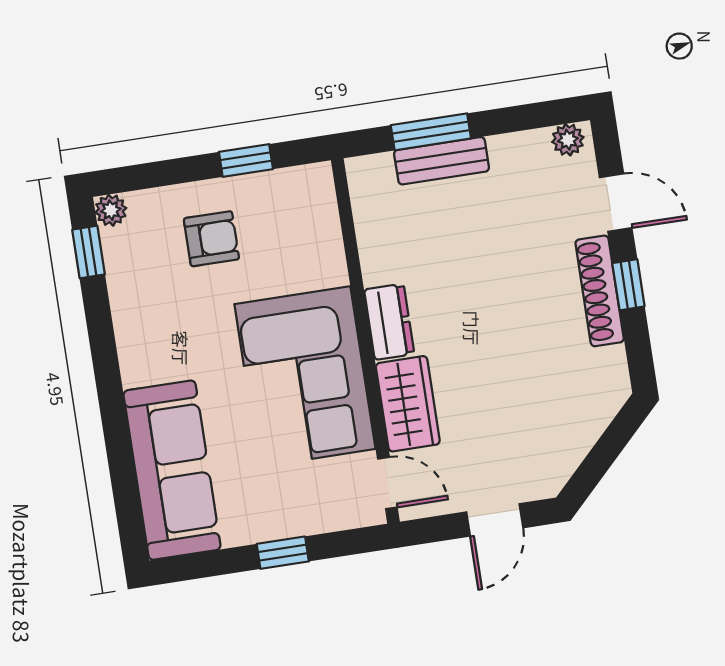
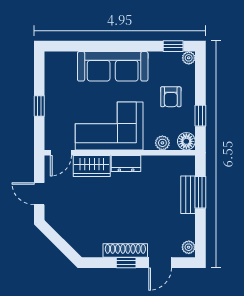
floor lamp: (313, 185) -> (186, 141), added
plant: (326, 242) -> (162, 143), added
sofa: (172, 470) -> (113, 66), moved

